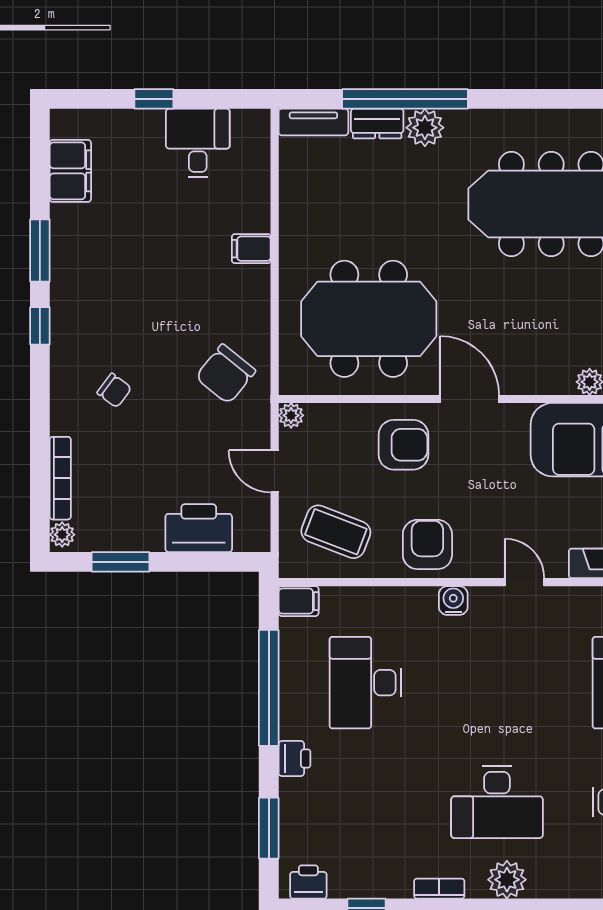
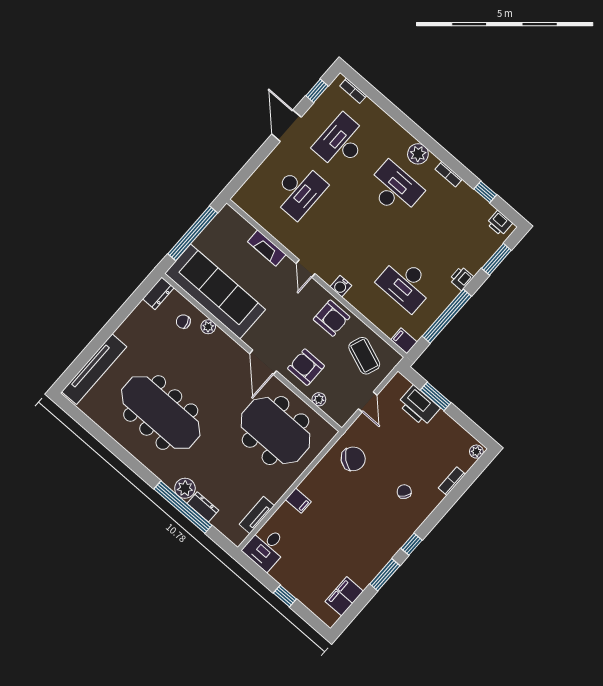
tv unit: (313, 122) -> (257, 515), moved, turned -90
desk: (198, 143) -> (266, 548), moved
plant: (291, 415) -> (319, 399), moved
bookcase: (60, 478) -> (452, 481), width x0.64
armchair: (427, 544) -> (332, 318), turned -90
window: (121, 562) -> (436, 396), moved
desk: (365, 683) -> (406, 284), turned 90

